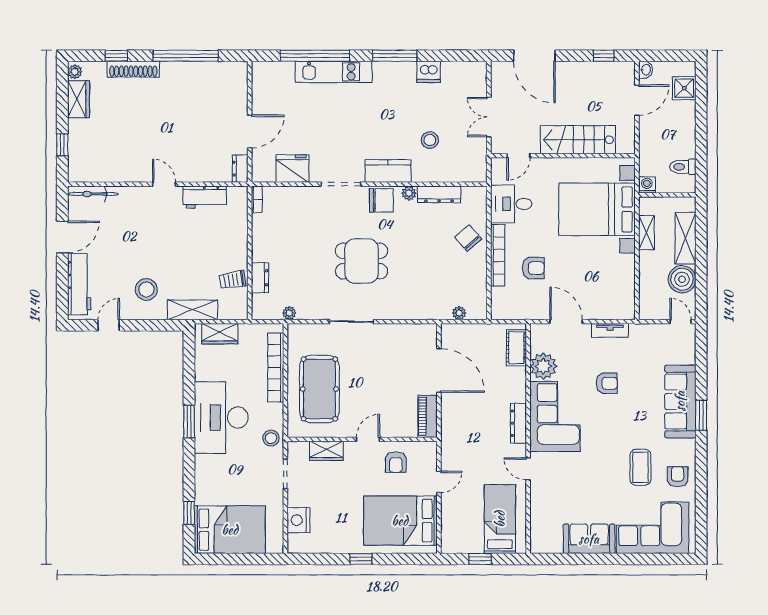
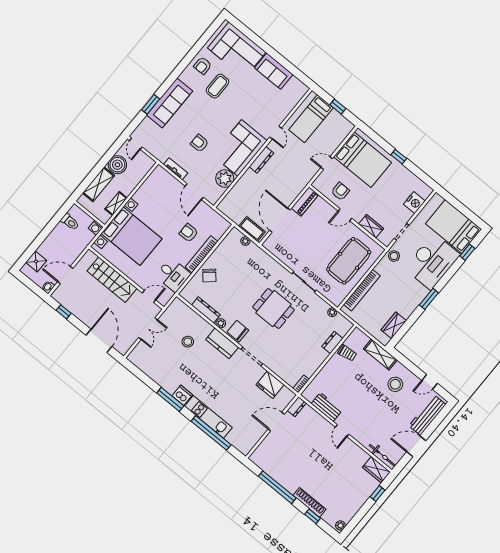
dishwasher: (429, 72) -> (182, 395), moved
wardrobe: (79, 99) -> (376, 470), moved, turned -90
wardrobe: (220, 334) -> (394, 325), moved, turned -90
cot: (516, 348) -> (252, 229), moved, turned 90
window: (701, 415) -> (151, 104), moved
desk: (221, 418) -> (432, 261), moved

